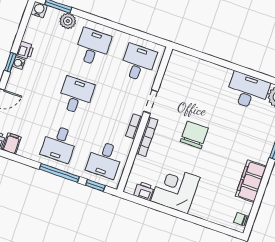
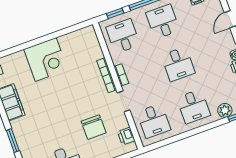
chair: (194, 135) -> (94, 127), moved
corner desk: (175, 189) -> (46, 59), moved
printer: (144, 191) -> (126, 136), moved, turned 90

